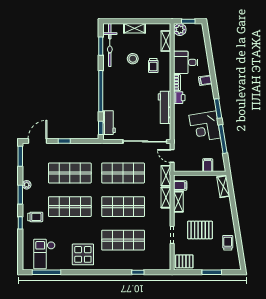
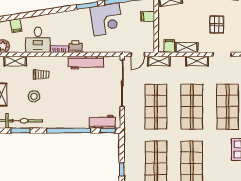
filing cabinet: (205, 80) -> (16, 26), moved
shelving: (166, 198) -> (197, 61), moved
pallet: (200, 230) -> (217, 25), width x0.67, depth x0.71

